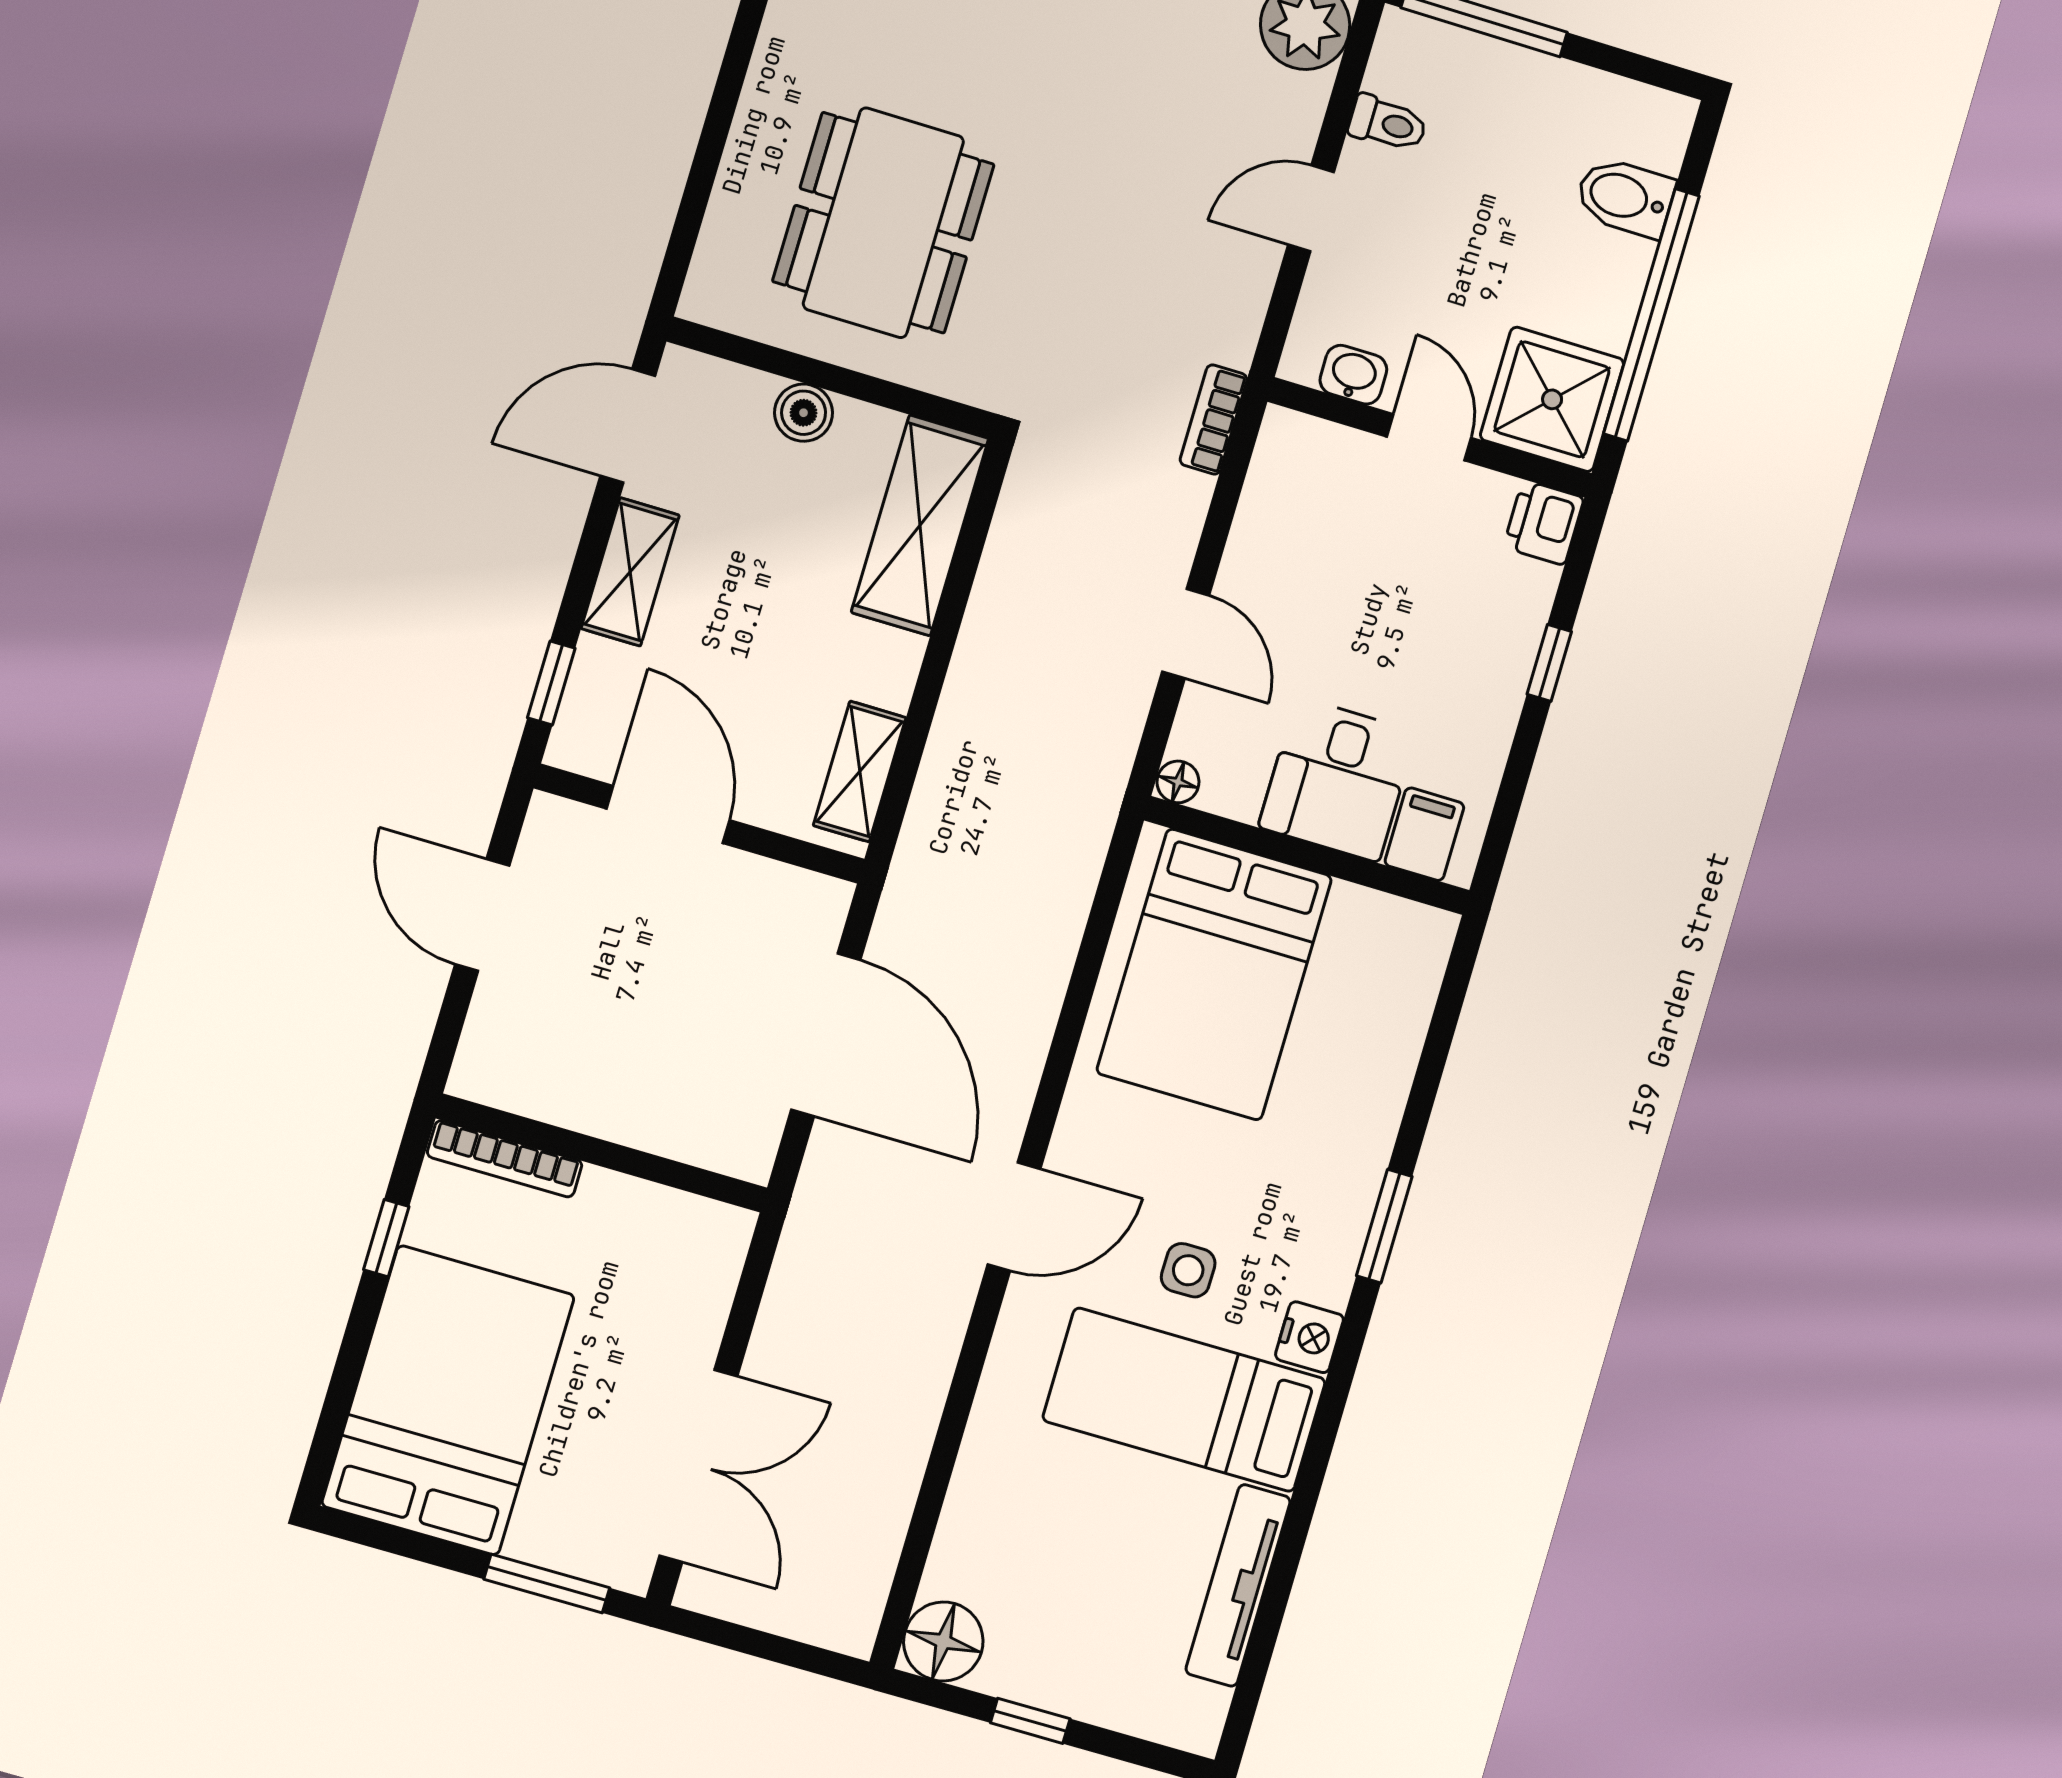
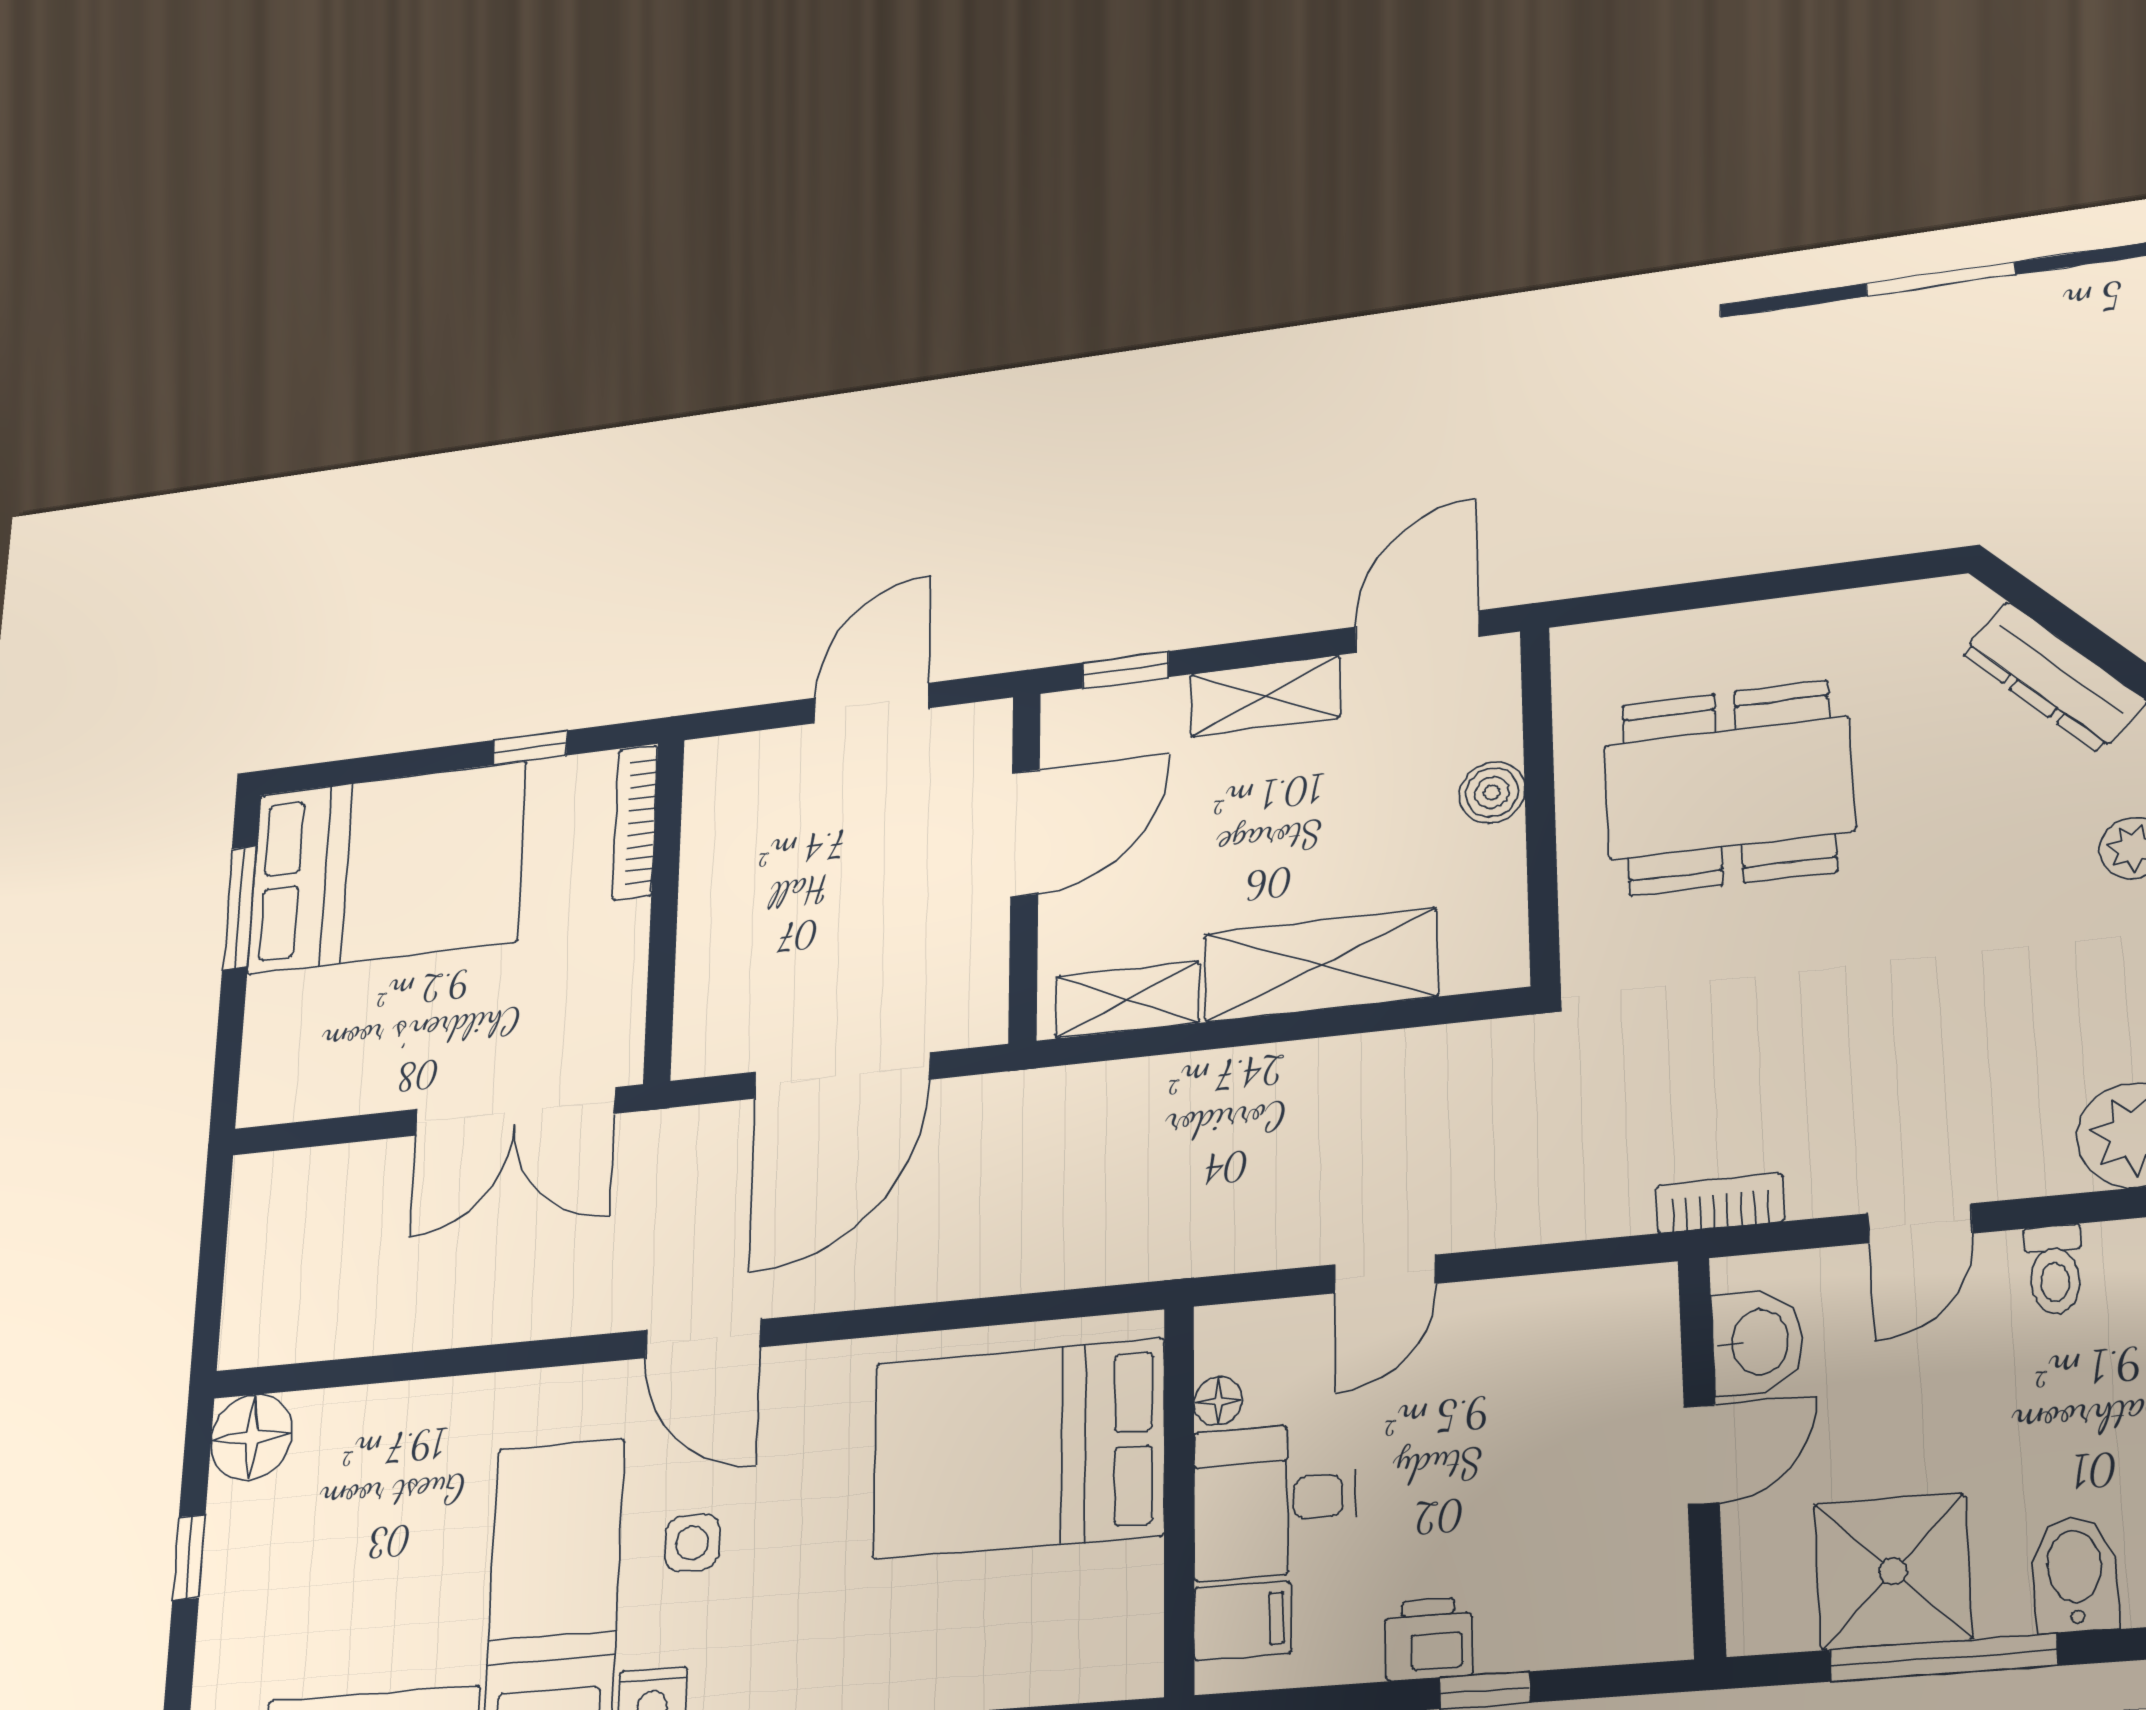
door: (1311, 208) -> (1920, 1223), swing flipped
window: (1651, 315) -> (1943, 1658), width x0.68
washbasin: (1353, 375) -> (1758, 1342), width x1.38, depth x1.45
shower: (1552, 399) -> (1893, 1571), moved
bookcase: (1214, 420) -> (1720, 1203), moved
door: (628, 426) -> (1417, 632), hinge flipped
printer: (1544, 523) -> (1429, 1639), moved
shelving: (920, 525) -> (1321, 965), moved
floor lamp: (1178, 782) -> (1218, 1401), moved
double door: (698, 1466) -> (515, 1111), moved
window: (547, 1584) -> (240, 908), moved

